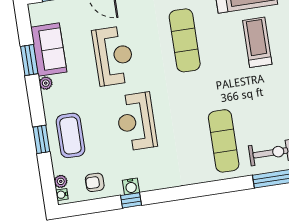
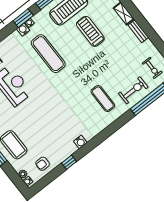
reception desk: (136, 122) -> (47, 116), removed
exercise mat: (224, 141) -> (103, 99), width x0.73, depth x0.69
water cooler: (131, 186) -> (80, 142), moved

